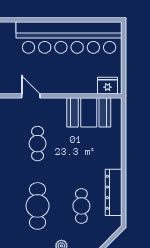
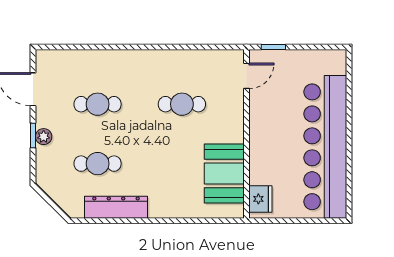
door: (31, 96) -> (246, 76), moved
cafe table: (38, 206) -> (98, 104), width x0.73, depth x0.74

